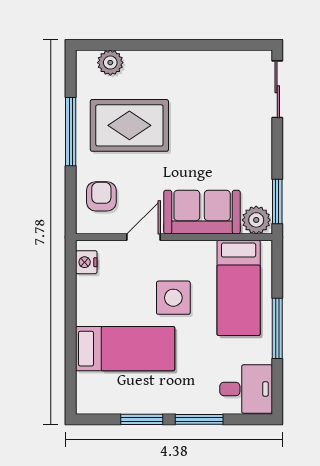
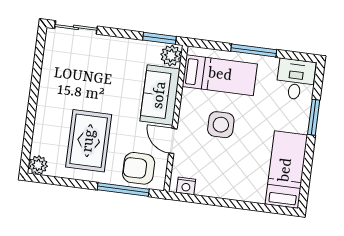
plant: (110, 63) -> (38, 165), moved
window: (71, 132) -> (123, 190), moved
armchair: (101, 196) -> (139, 168), width x1.38, depth x1.38
bed: (125, 349) -> (286, 170), moved
window: (142, 419) -> (308, 160), removed

